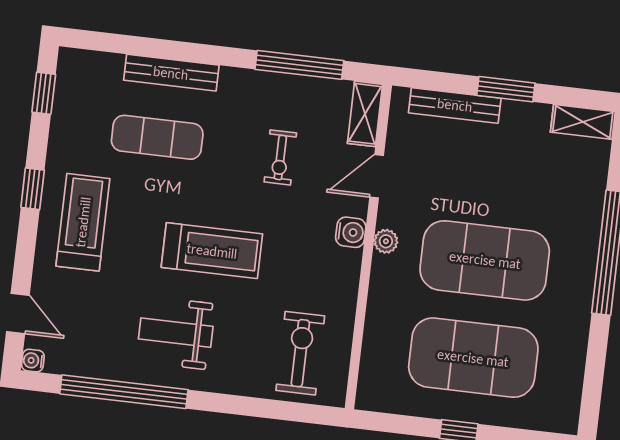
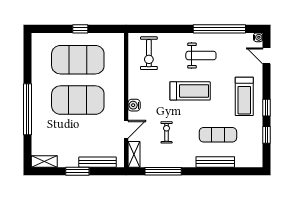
window: (44, 93) -> (267, 135), moved
plant: (386, 241) -> (119, 103), removed
treadmill: (212, 251) -> (190, 91), turned 180

